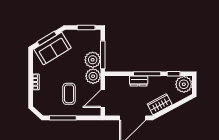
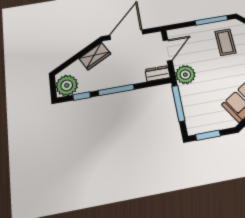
plant: (93, 60) -> (190, 95), removed
dresser: (139, 81) -> (158, 74), moved
coffee table: (69, 94) -> (225, 42), moved

